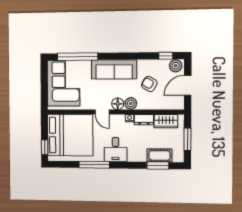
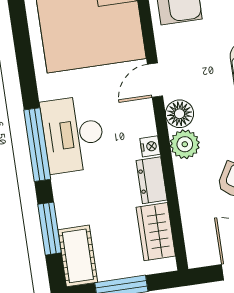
desk: (116, 149) -> (73, 134), width x1.37
cot: (160, 155) -> (78, 256), moved
window: (94, 165) -> (37, 145), moved

